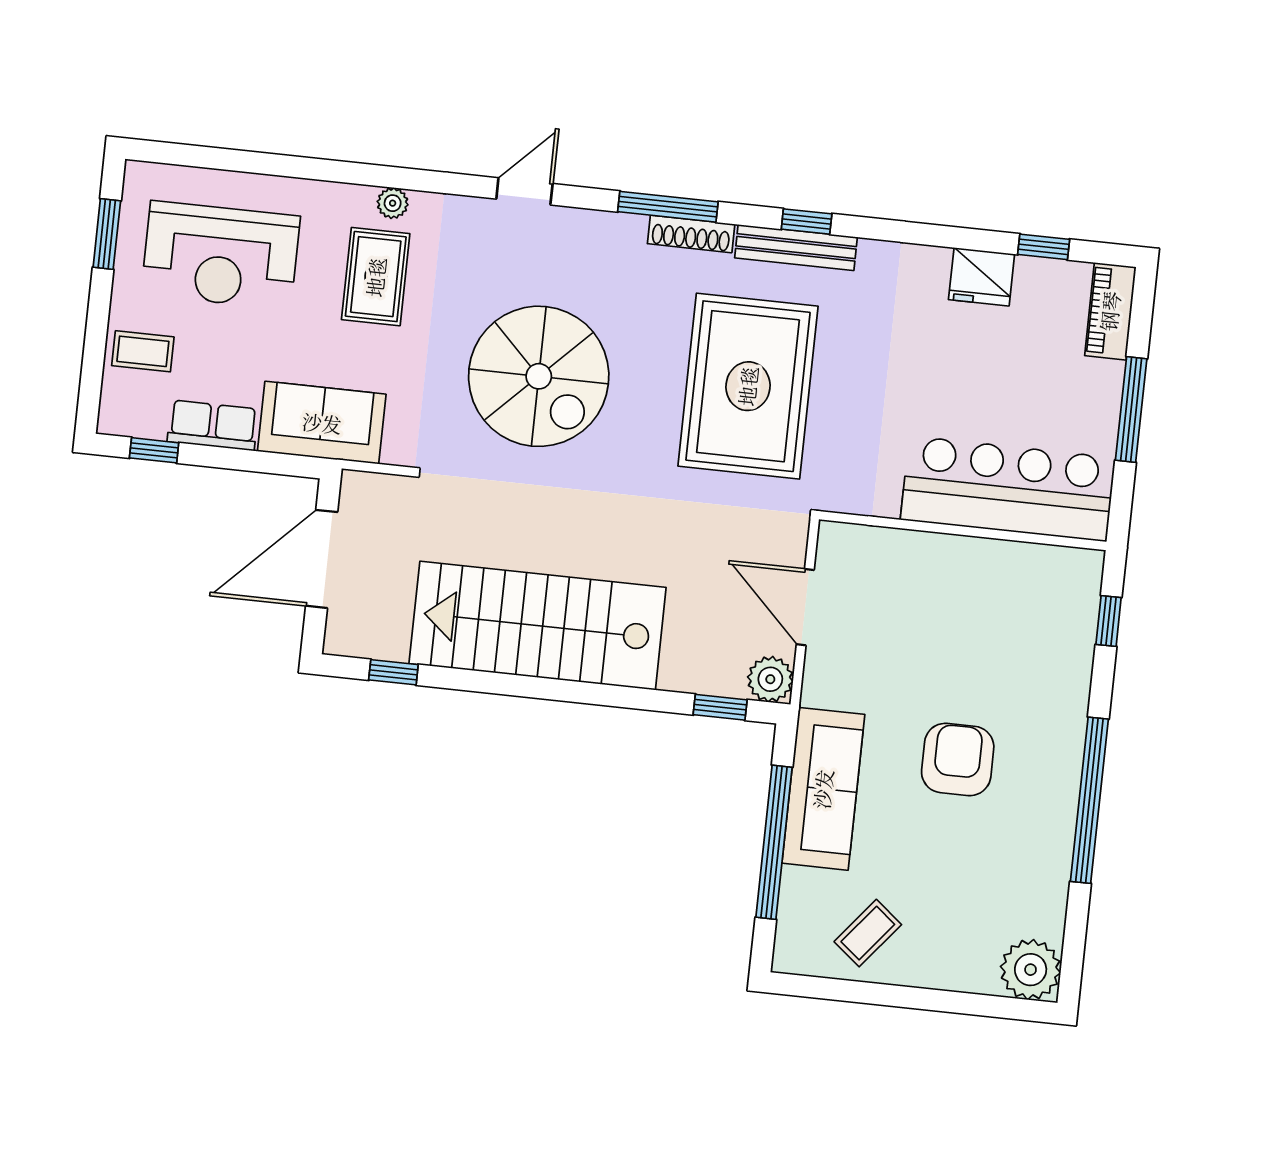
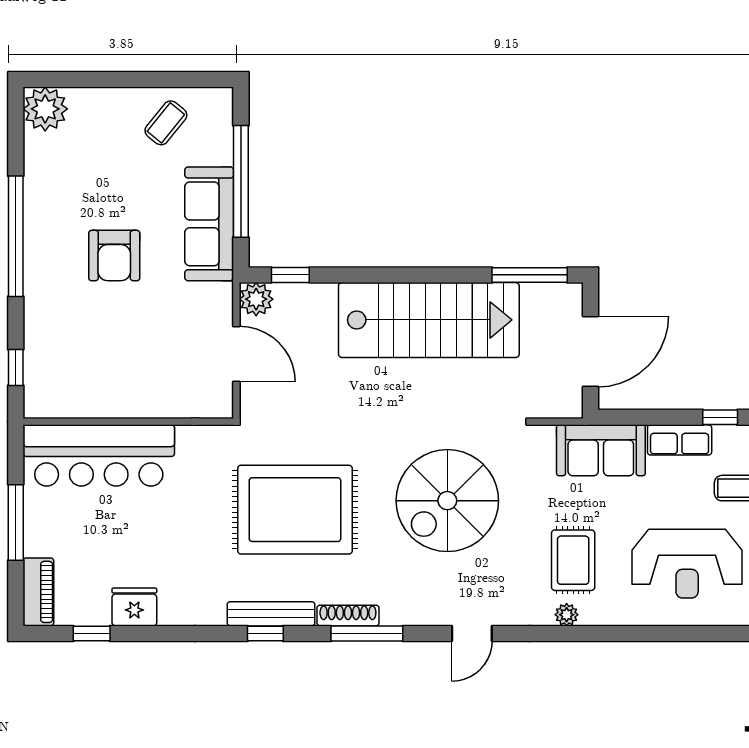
reception desk: (221, 255) -> (687, 564), turned 180
spiral stairs: (539, 376) -> (447, 501), turned -90
rug: (748, 386) -> (295, 510), turned 90
window: (393, 672) -> (530, 275), width x2.17

